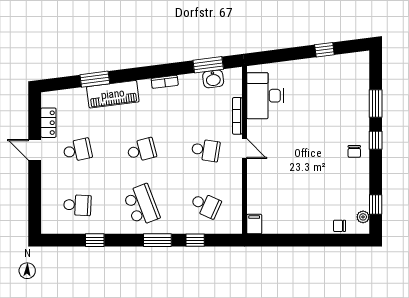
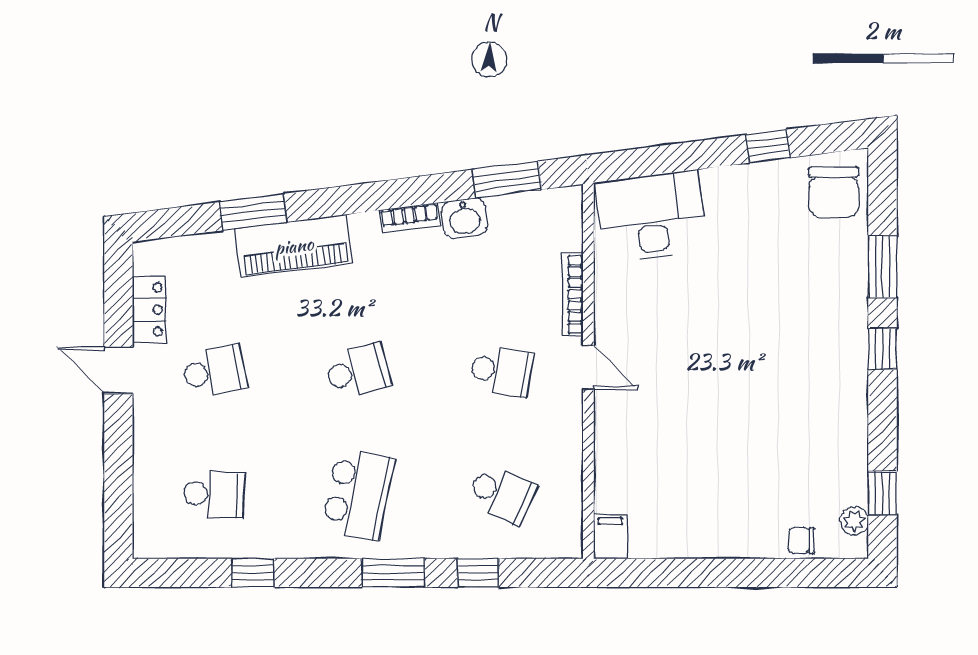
washbasin: (213, 79) -> (464, 218), moved
desk: (265, 96) -> (651, 216), moved, turned 83
chair: (354, 151) -> (834, 192), moved, width x1.87, depth x1.87
school desk: (142, 205) -> (358, 494), turned 33

